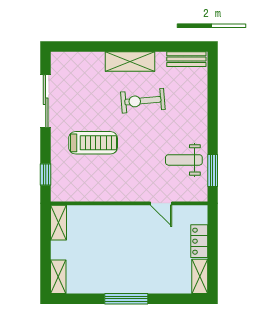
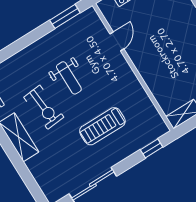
treadmill: (93, 143) -> (102, 126), turned -90
weight bench: (184, 160) -> (69, 78), moved

